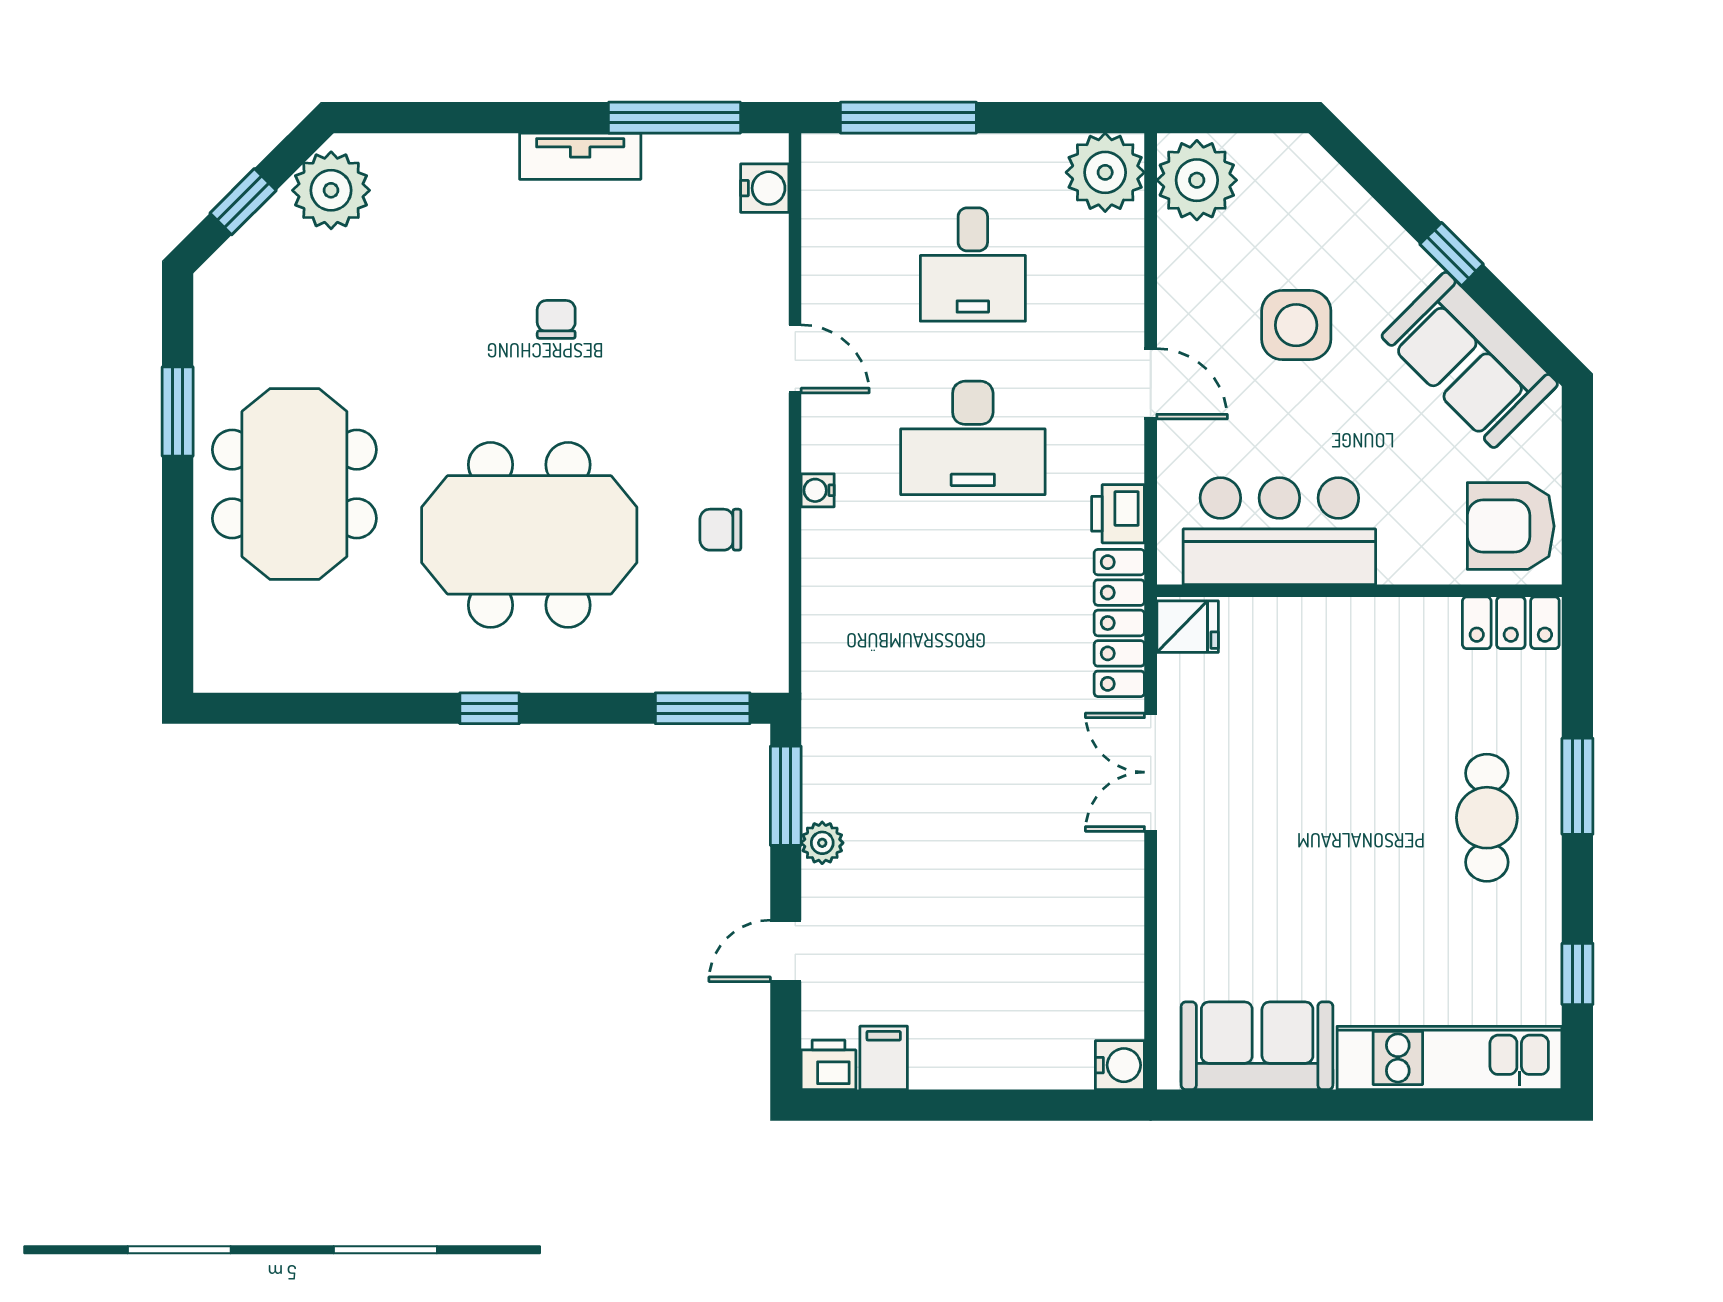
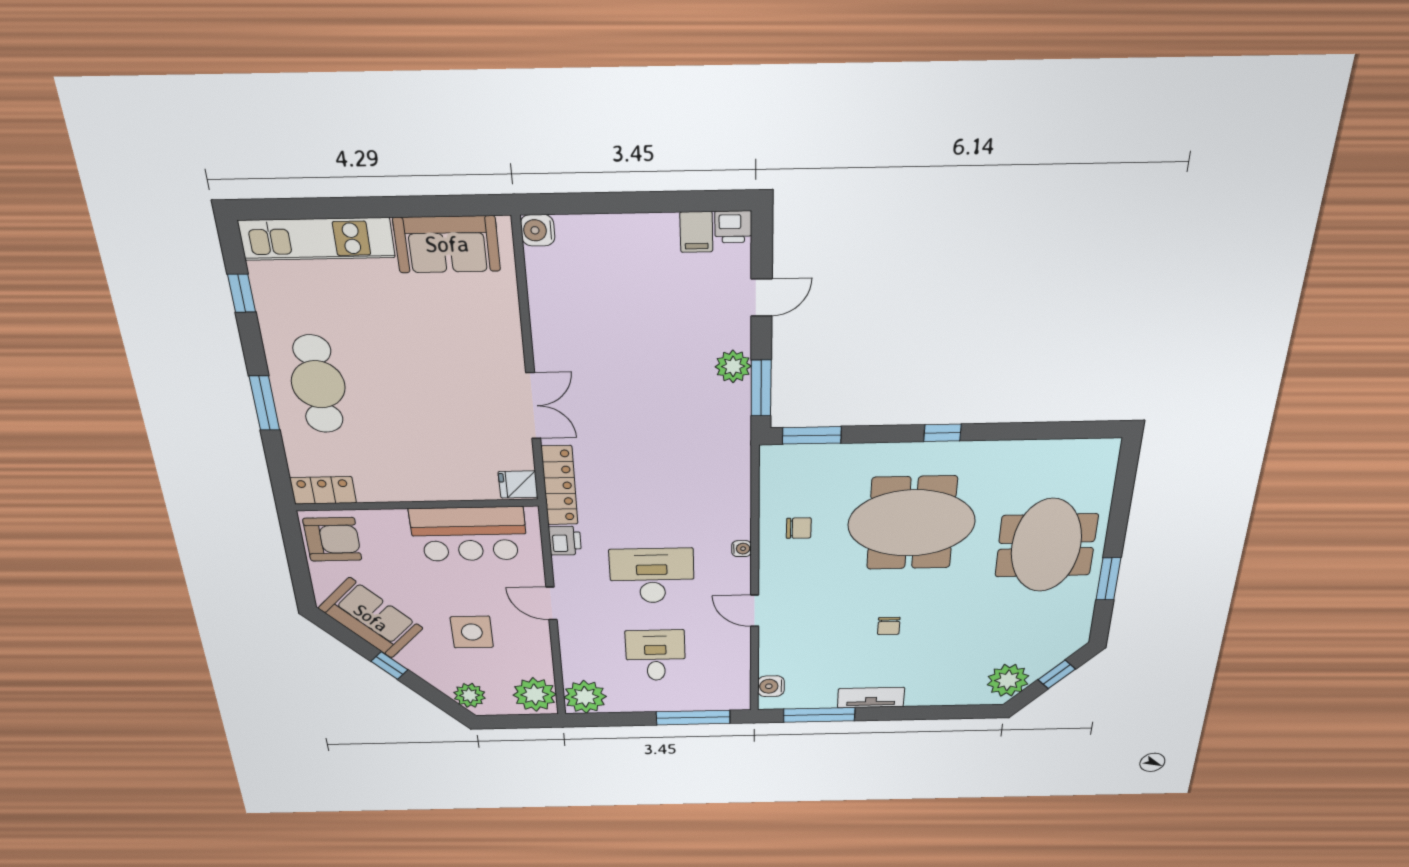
plant: (1316, 181) -> (470, 695), added
cafe table: (1487, 818) -> (318, 384), width x1.37, depth x1.35
plant: (822, 843) -> (733, 366), width x1.38, depth x1.38

